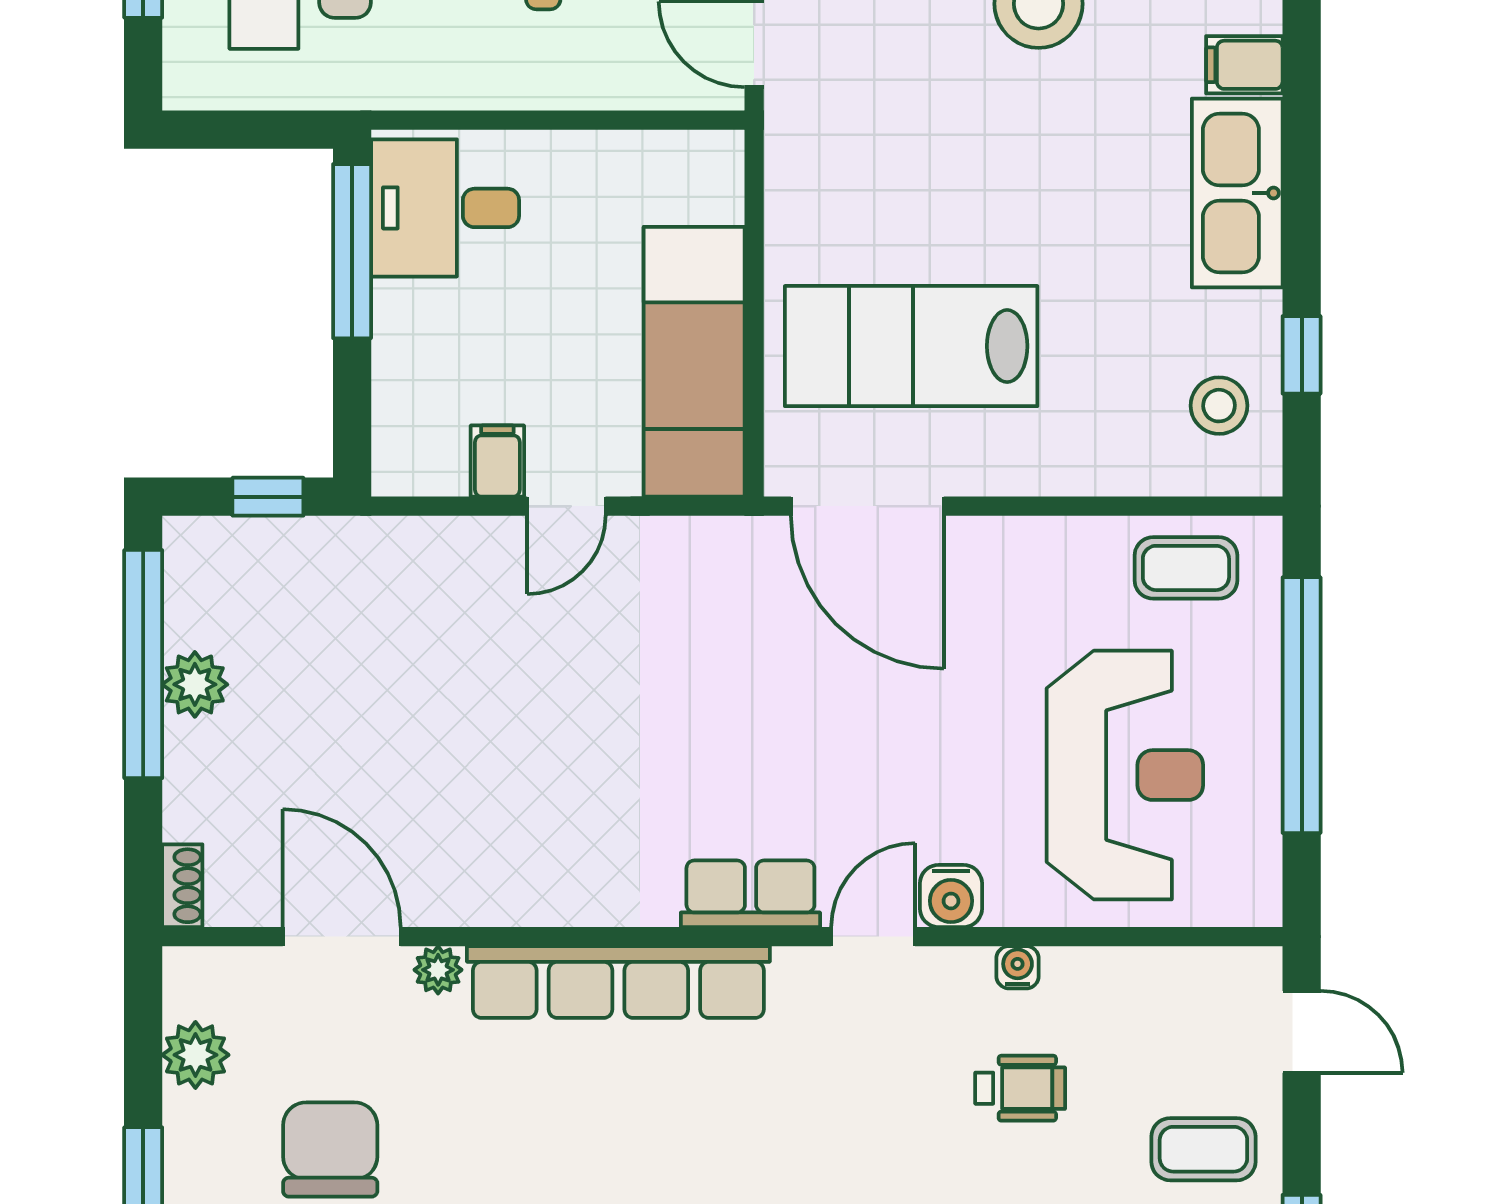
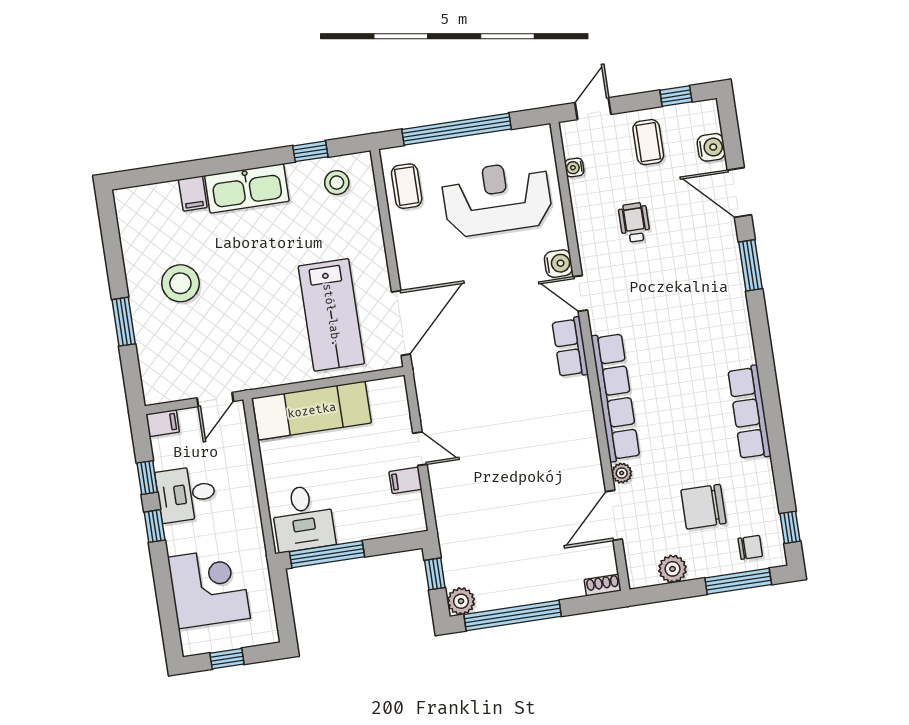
exam couch: (694, 362) -> (312, 411), moved
plant: (195, 684) -> (461, 601), moved
water cooler: (1018, 967) -> (574, 167), moved

